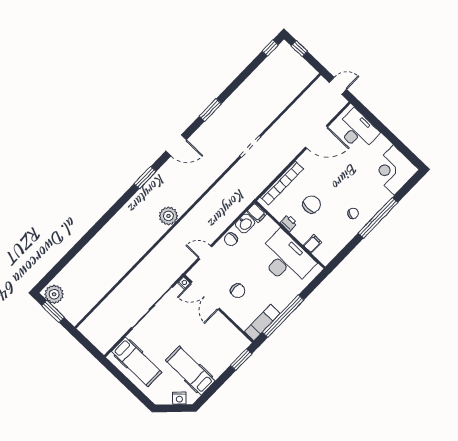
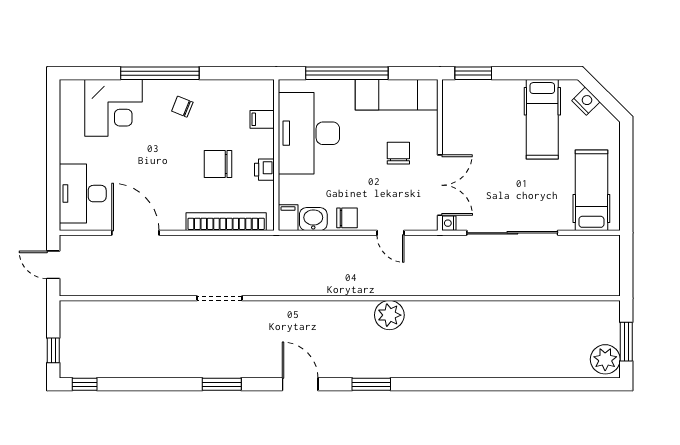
corner desk: (394, 170) -> (114, 108), moved
window: (283, 316) -> (347, 73), moved
exam couch: (262, 323) -> (397, 95), width x1.36, depth x1.45

